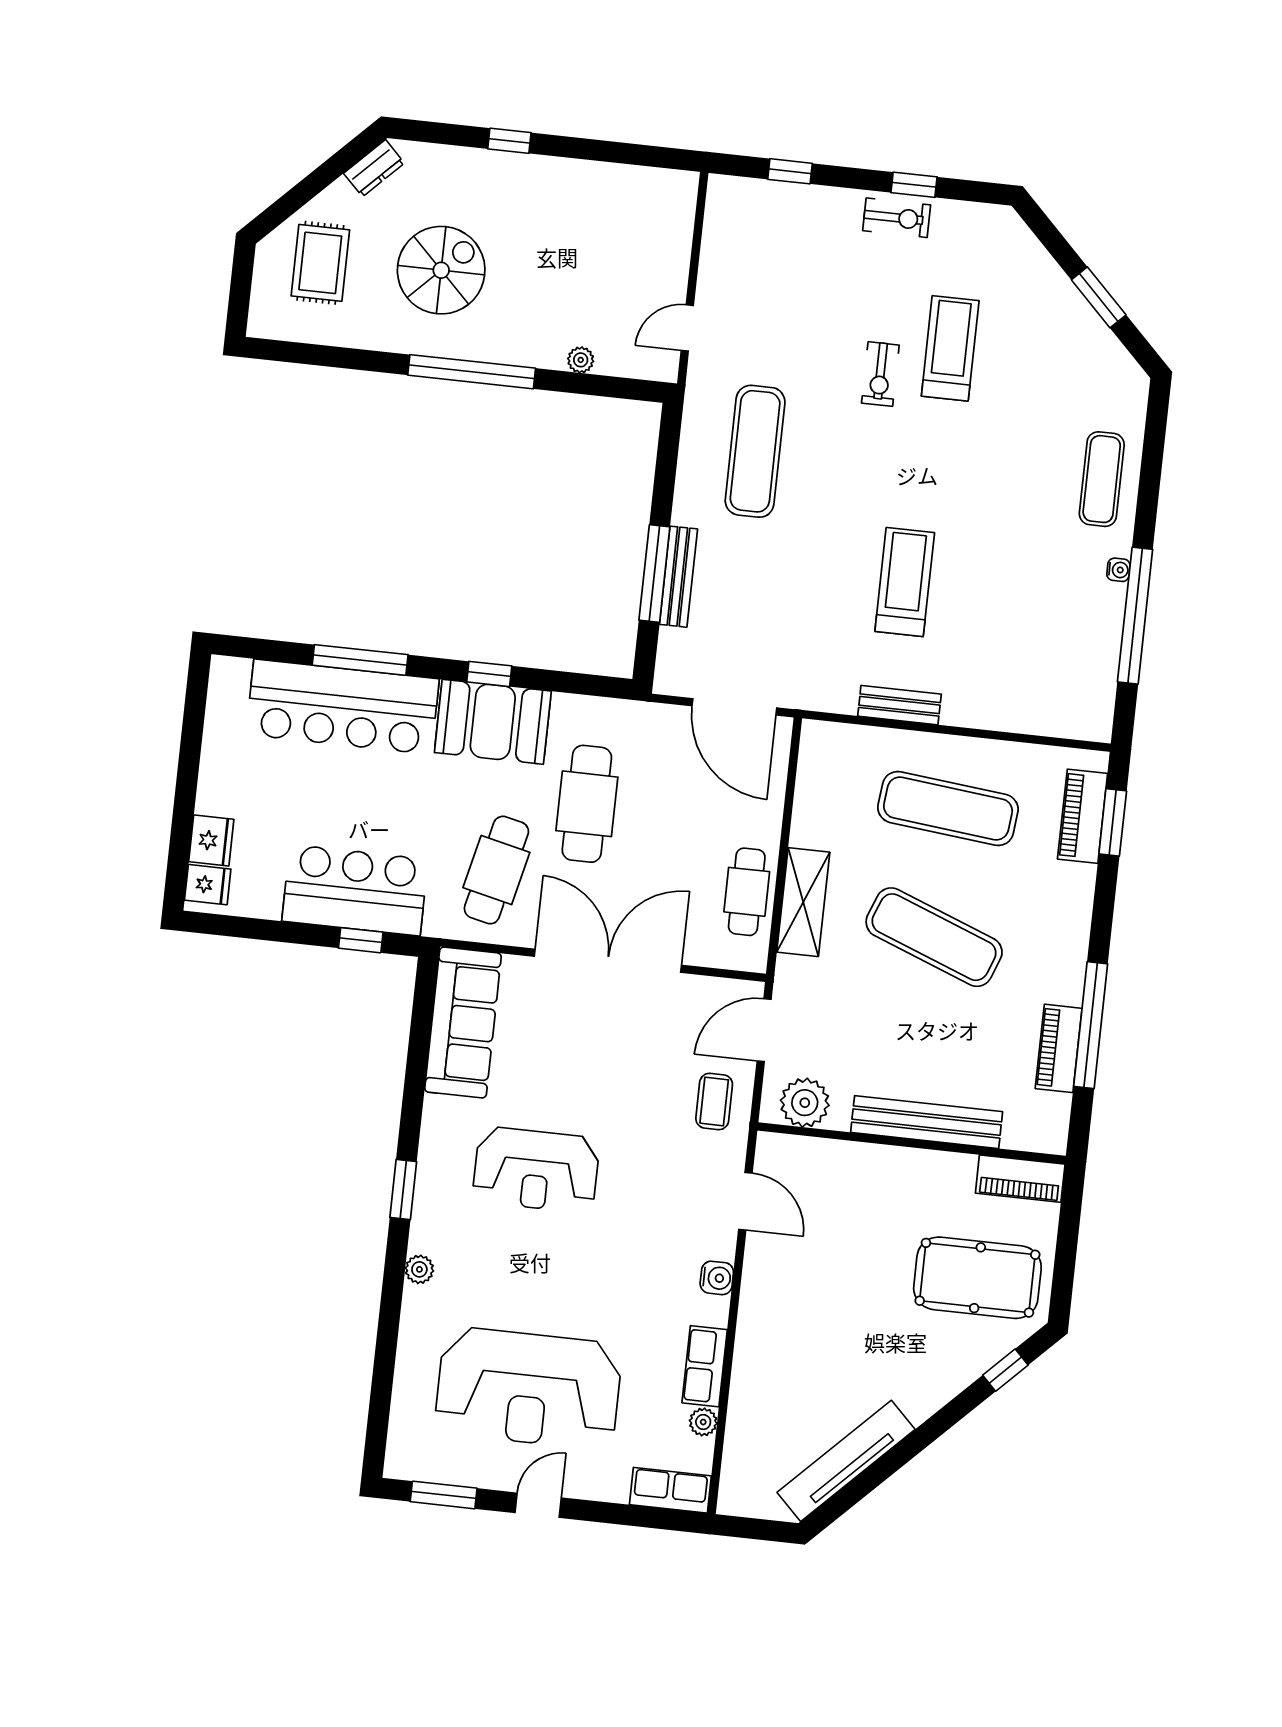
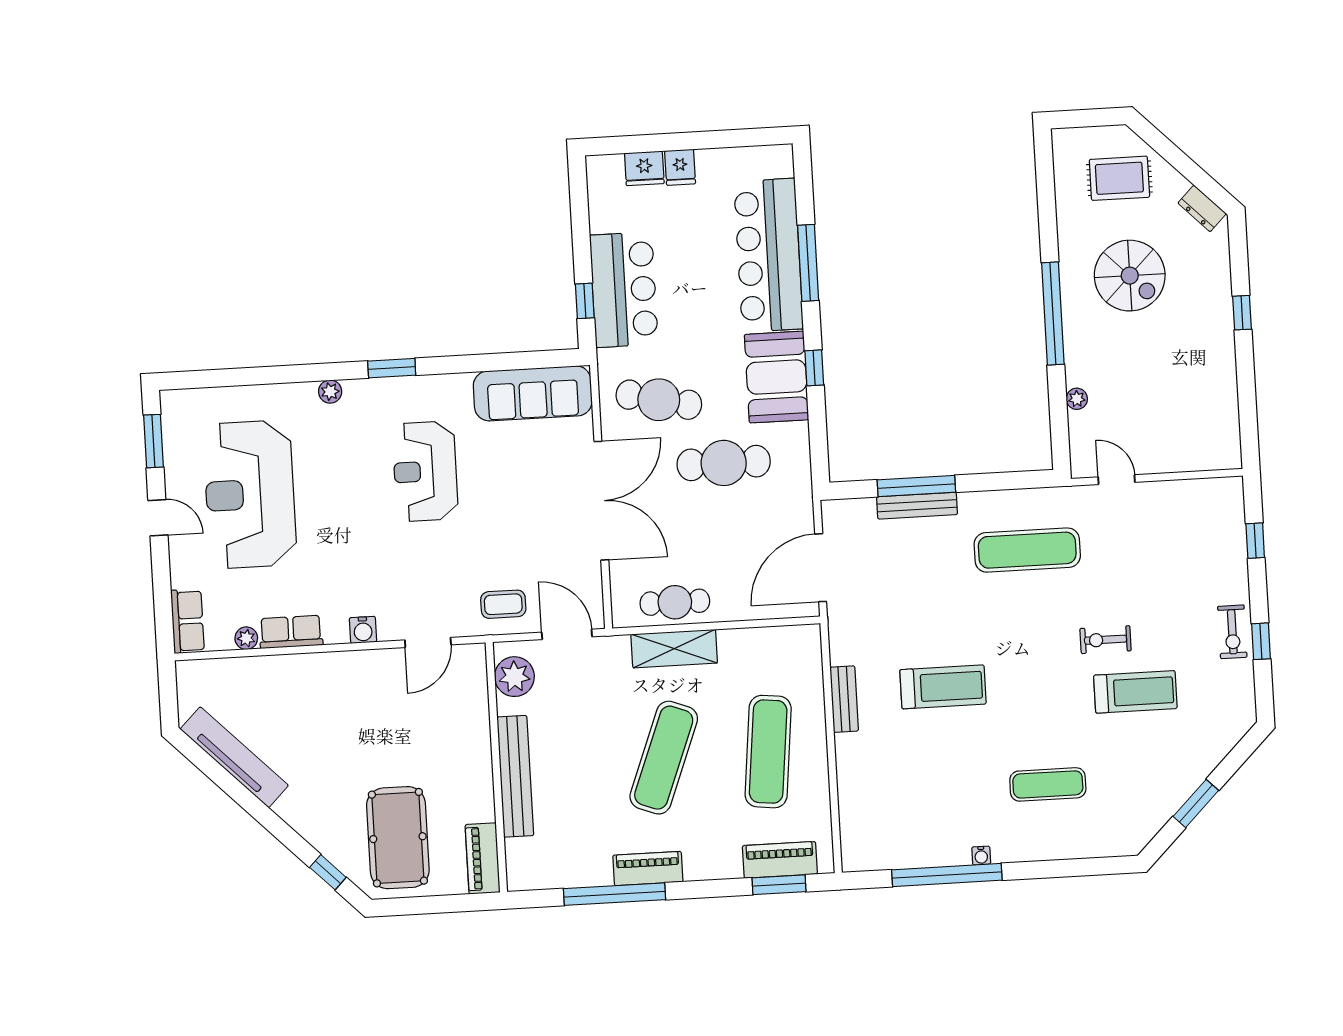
exercise mat: (1102, 479) -> (1048, 784), moved
fridge: (208, 885) -> (680, 167), moved
piano: (1059, 1048) -> (648, 869), moved

